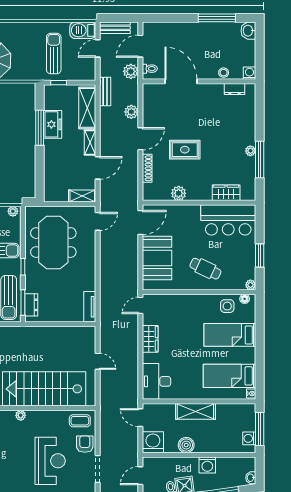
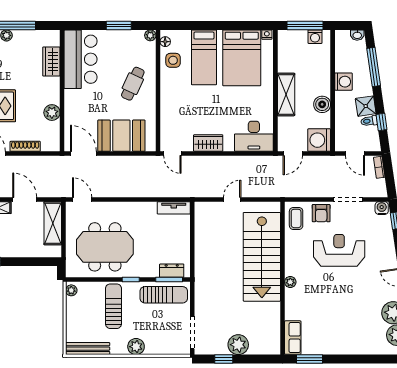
shelving: (82, 196) -> (53, 223), width x1.50, depth x1.33
bed: (230, 376) -> (242, 58), width x1.50
armchair: (85, 444) -> (321, 213), turned -90

